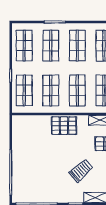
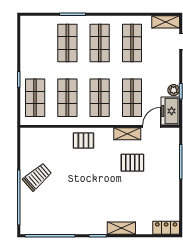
shop shelf: (24, 46) -> (35, 43), removed
pallet: (64, 126) -> (83, 140), width x0.67, depth x0.71
trolley: (81, 171) -> (37, 177), moved

